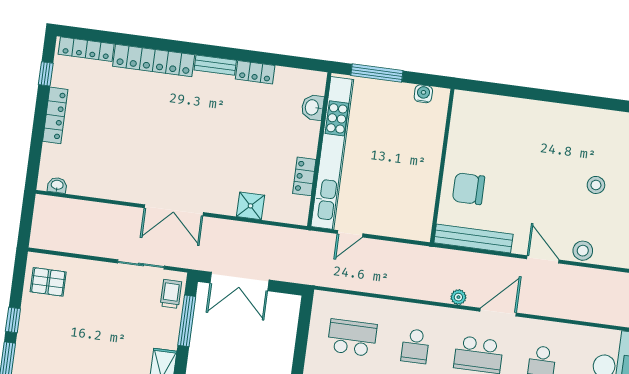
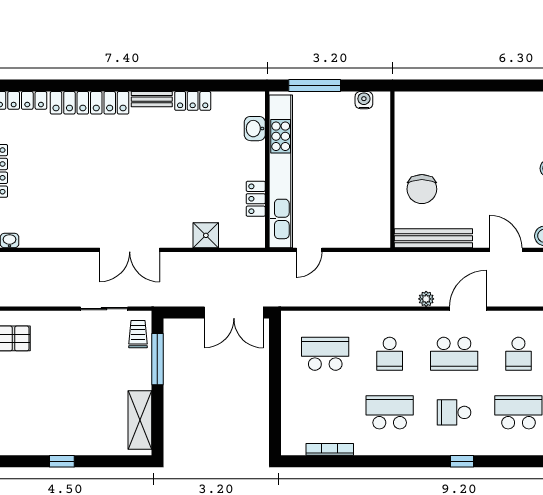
chair: (469, 189) -> (422, 189), turned -90
double door: (240, 282) -> (234, 313), moved

